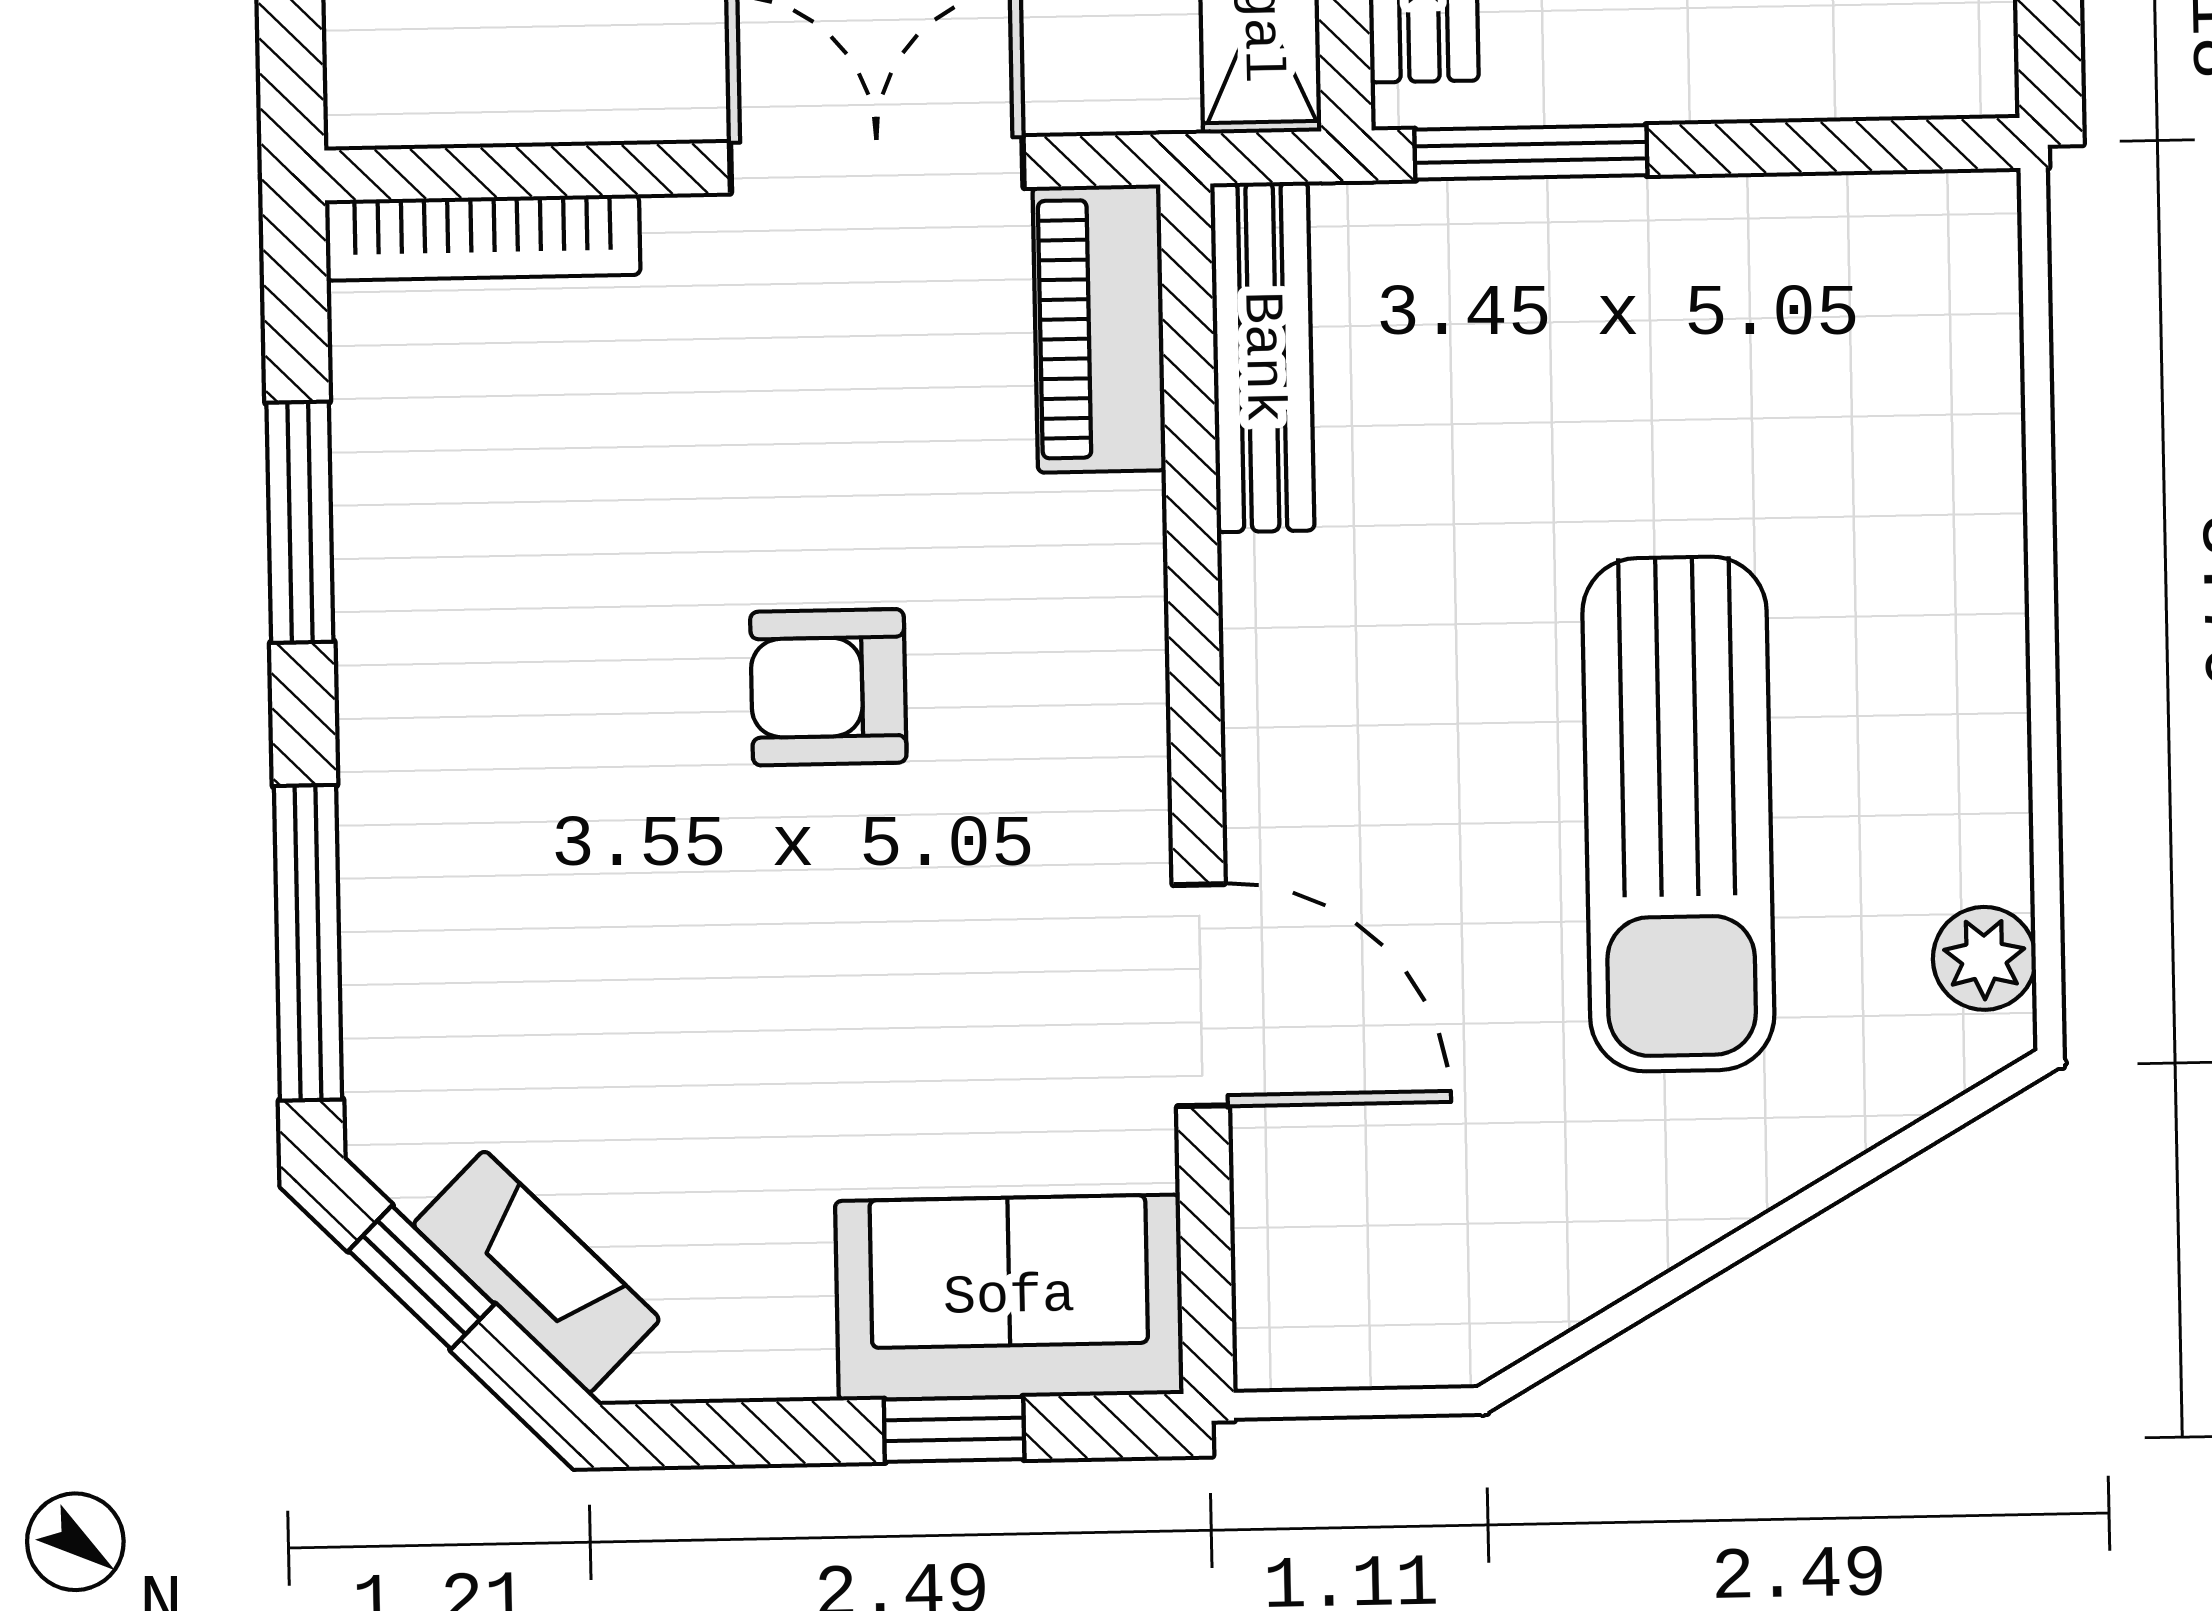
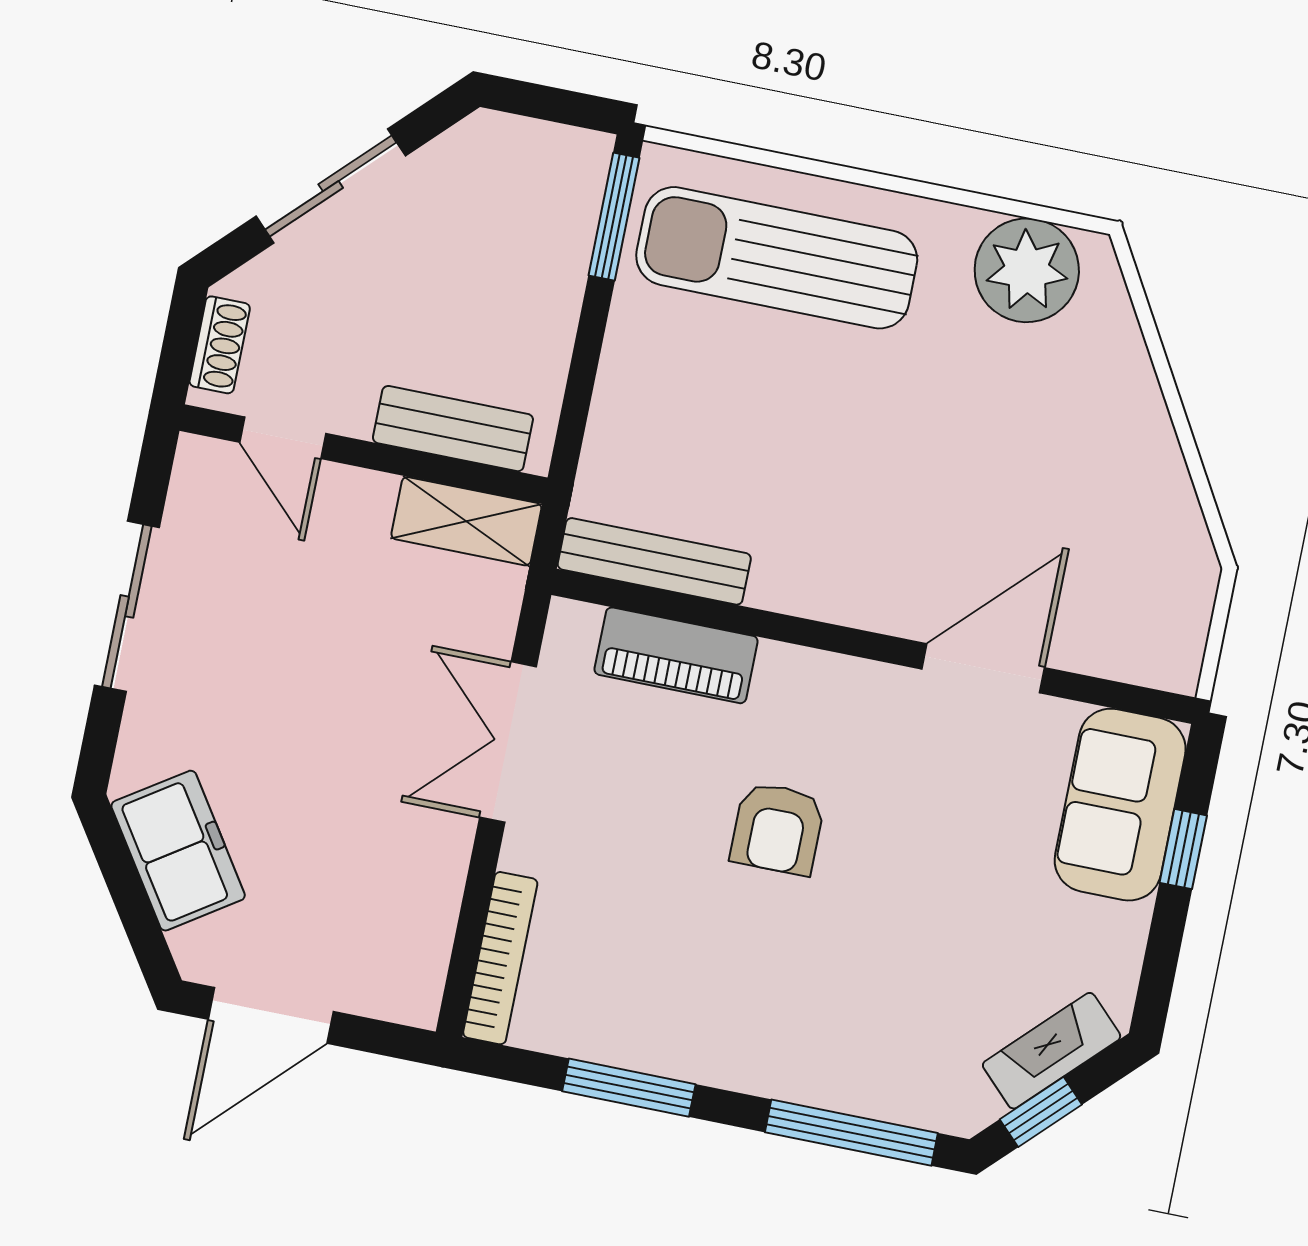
window: (1531, 152) -> (614, 217), moved
piano: (1099, 329) -> (676, 655), moved
sun lounger: (1678, 814) -> (777, 258), moved, turned 180
plant: (1984, 958) -> (1027, 270), width x1.88, depth x1.88

